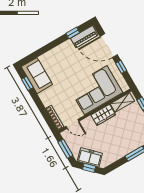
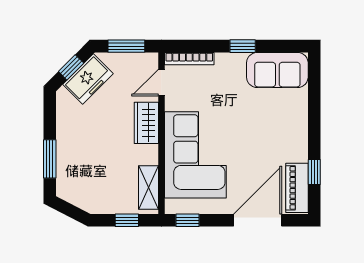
window: (121, 67) -> (187, 220), moved
window: (27, 83) -> (243, 46), moved
wardrobe: (103, 115) -> (146, 123), moved

